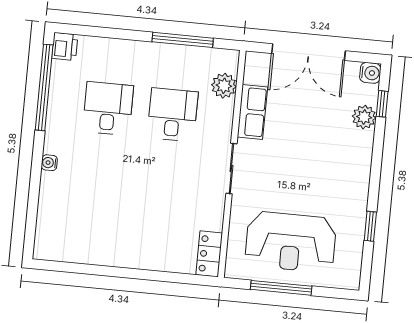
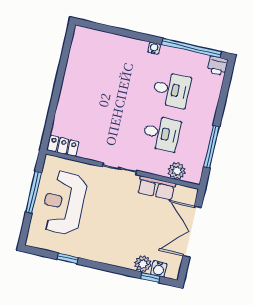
water cooler: (370, 73) -> (159, 269), moved
water cooler: (49, 163) -> (154, 48), moved

